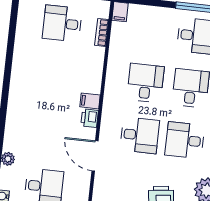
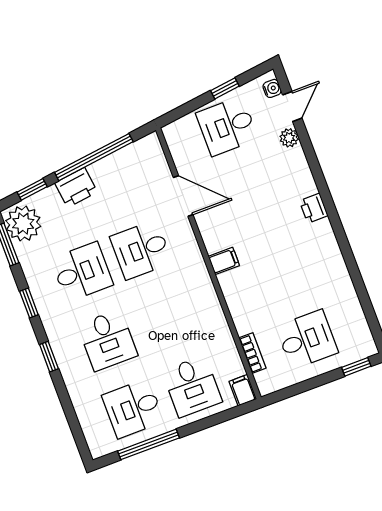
desk: (145, 83) -> (192, 386), moved
printer: (90, 118) -> (314, 208), moved, turned 180

